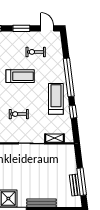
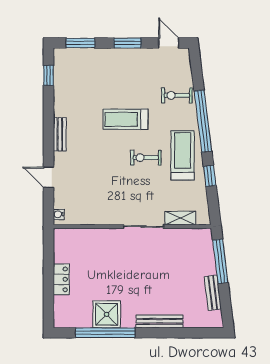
exercise bike: (36, 52) -> (177, 95), moved
treadmill: (20, 76) -> (126, 119), turned 180
exercise bike: (19, 114) -> (146, 158), moved
window: (82, 182) -> (220, 261), moved

